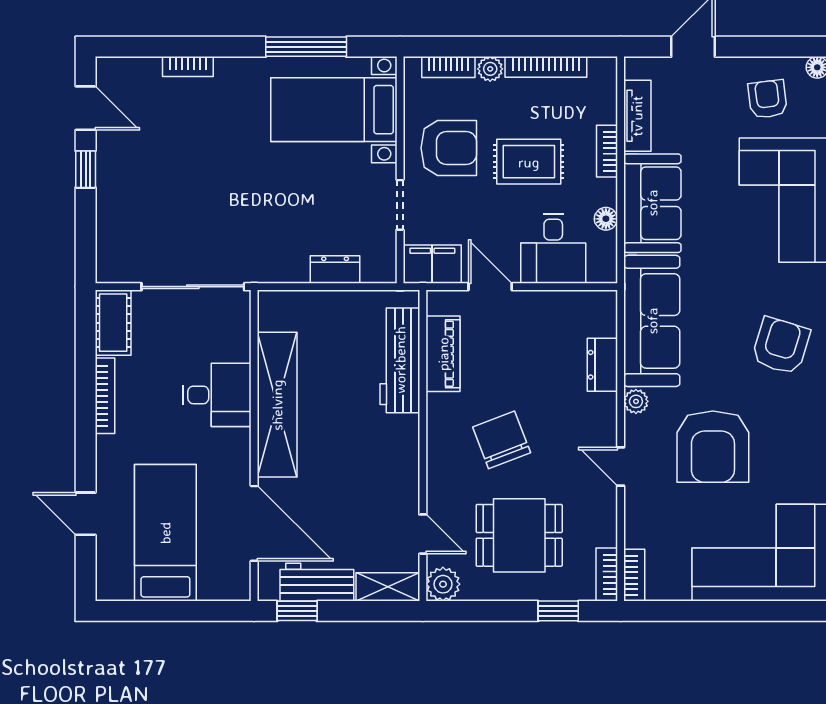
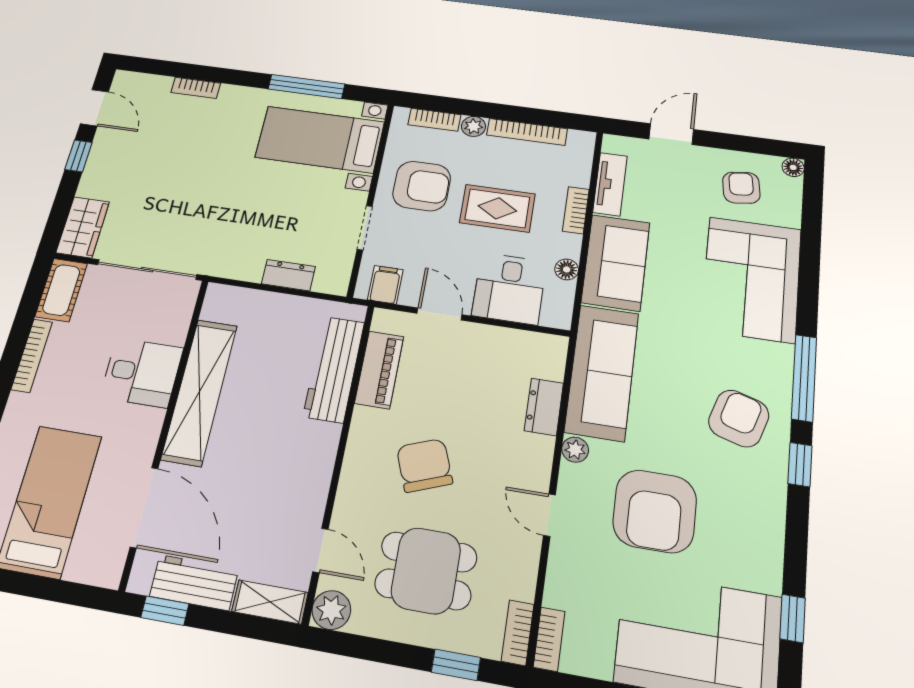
wardrobe: (114, 250) -> (83, 227), added
filing cabinet: (432, 264) -> (385, 285), width x0.50

